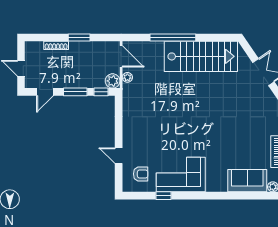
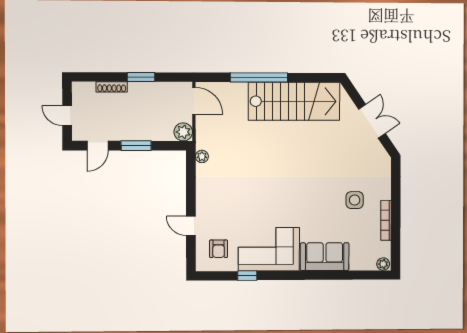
plant: (127, 77) -> (202, 156), moved
window: (101, 92) -> (169, 146), removed
side table: (250, 135) -> (355, 200), added
armchair: (141, 174) -> (219, 249), turned 90
sofa: (247, 181) -> (325, 257), moved

